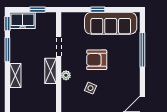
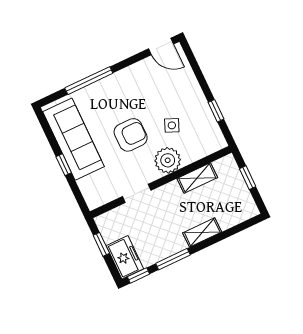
armchair: (97, 60) -> (131, 135), turned -90
shelving: (50, 71) -> (197, 178), moved
plant: (66, 75) -> (168, 160), width x1.88, depth x1.88

